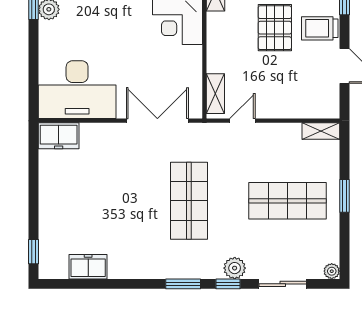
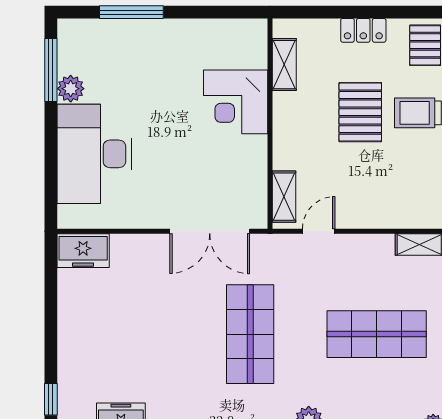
desk: (77, 90) -> (94, 154), moved, turned 90
double door: (157, 121) -> (210, 231), swing flipped

